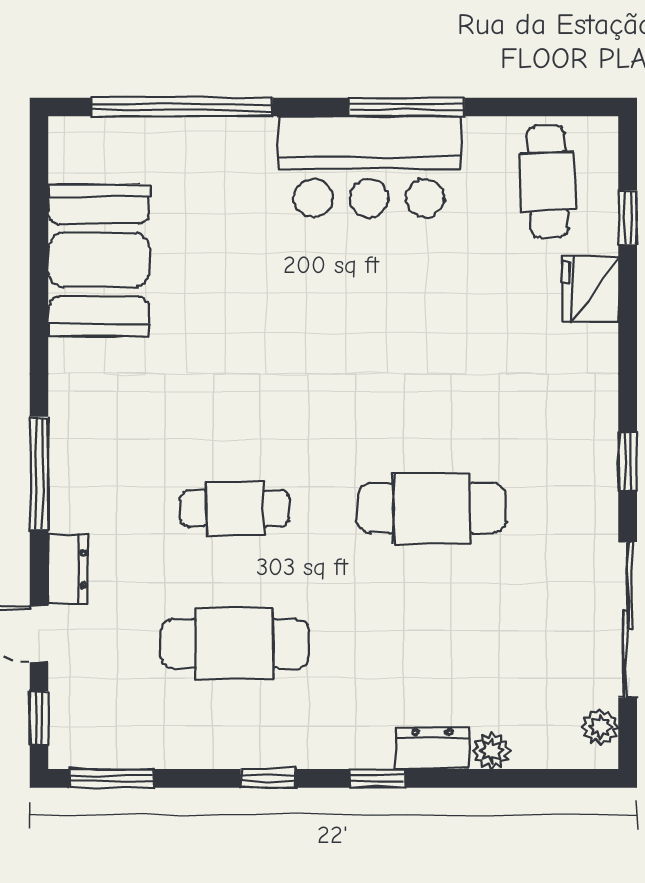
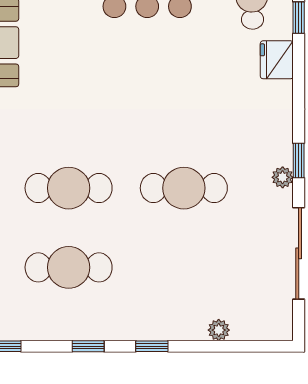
cafe table: (235, 508) -> (69, 188), width x1.37, depth x1.35
plant: (600, 727) -> (283, 177), moved
dresser: (432, 749) -> (184, 329), removed

